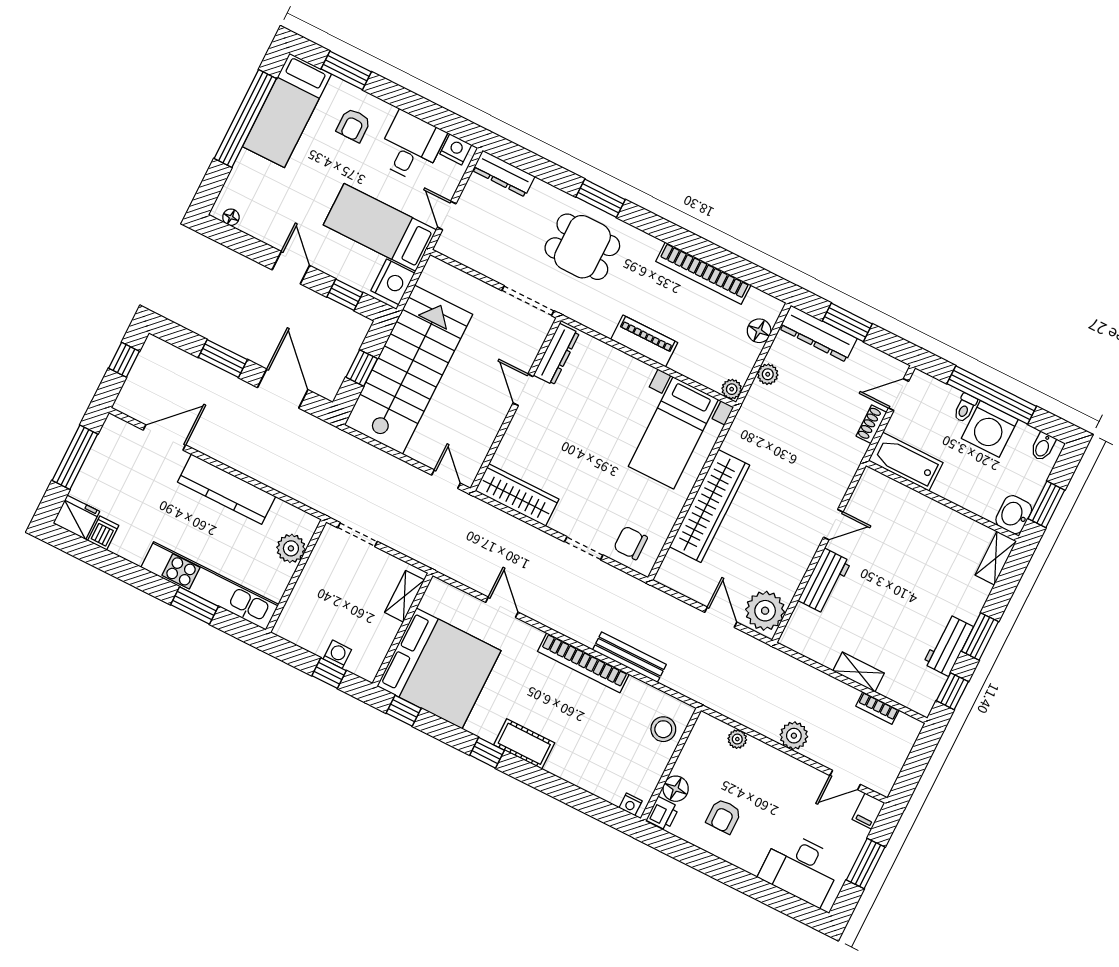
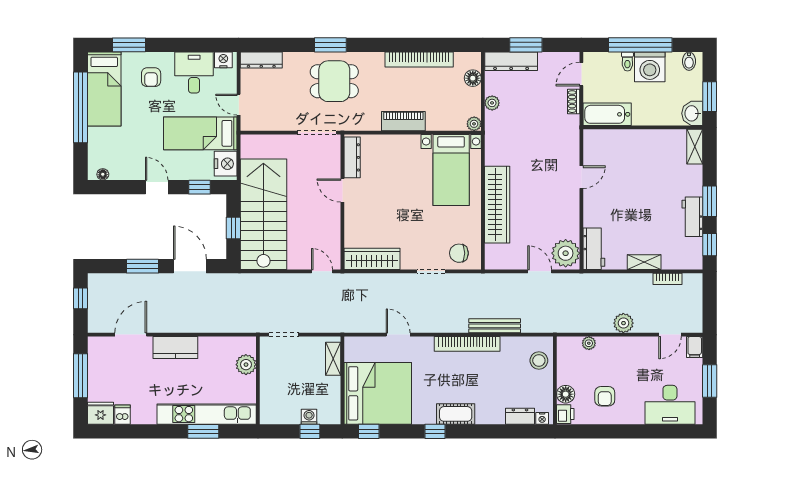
kitchen counter: (227, 489) -> (175, 348), width x0.67
workbench: (825, 581) -> (594, 249), moved
dresser: (604, 788) -> (520, 416), added

